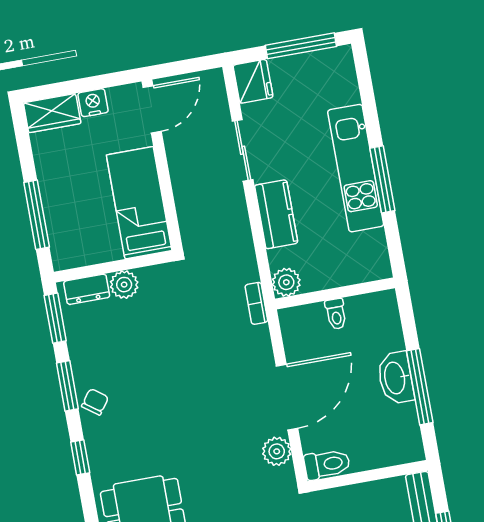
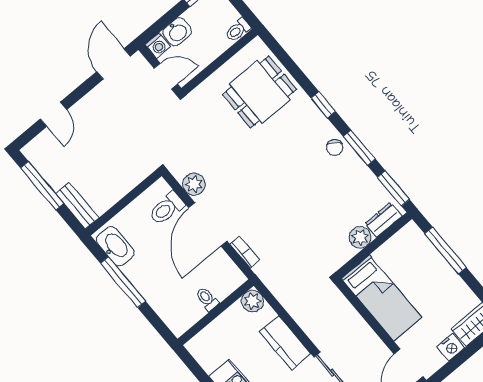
bookcase: (256, 303) -> (245, 252), moved
washbasin: (396, 378) -> (115, 246), moved
toilet: (327, 464) -> (167, 208), moved

